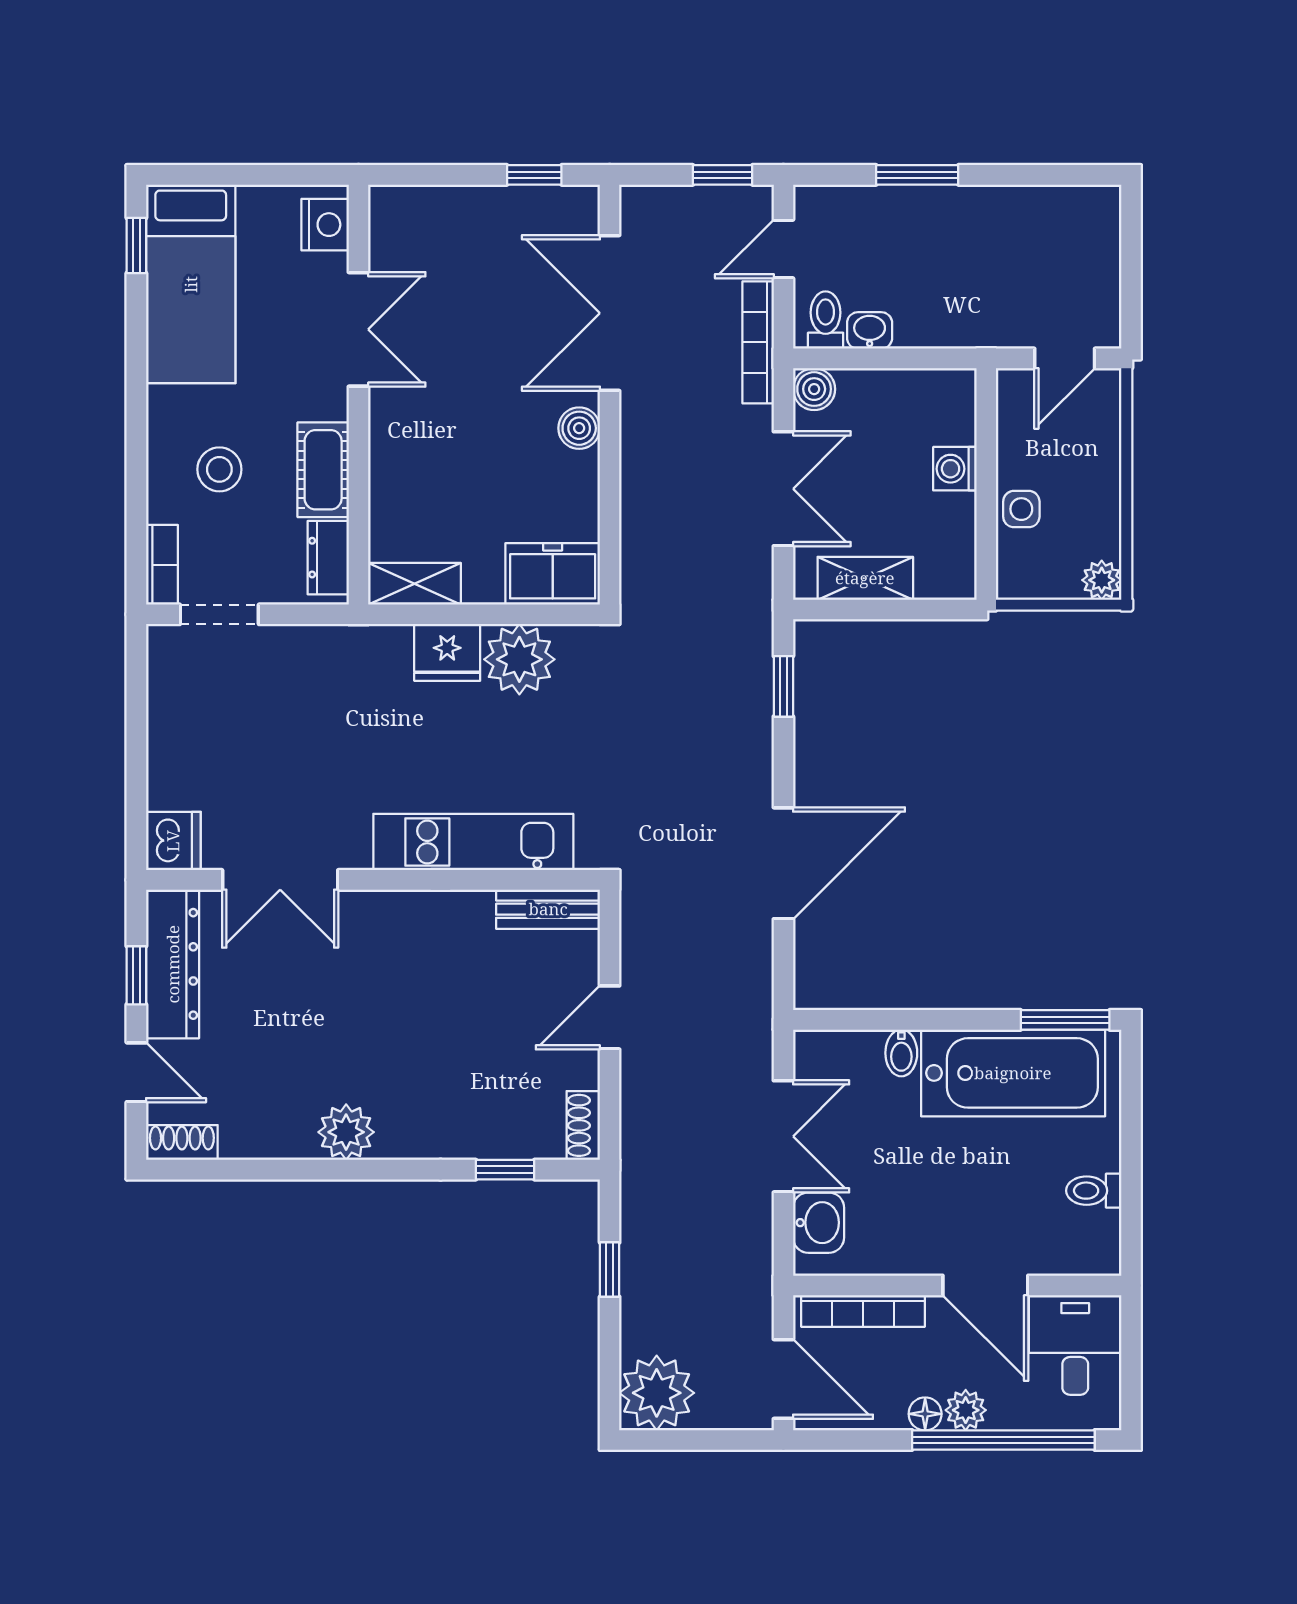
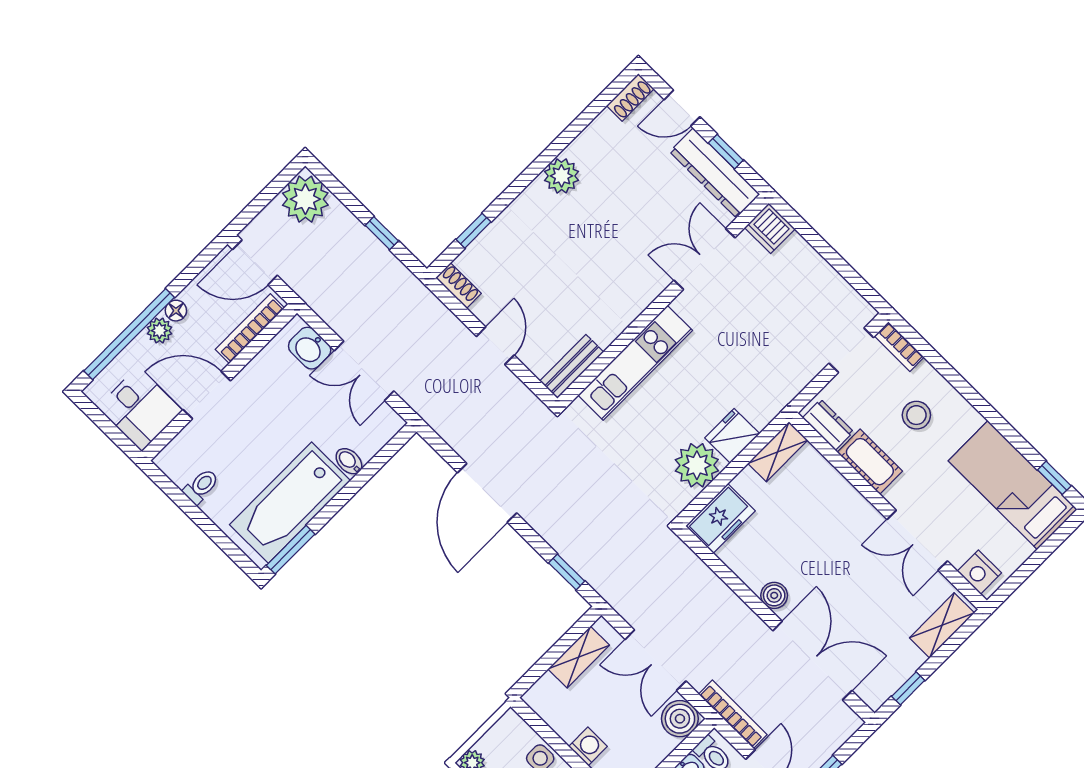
shelving: (426, 207) -> (942, 625), added
boiler: (814, 389) -> (680, 719), width x1.36, depth x1.36

